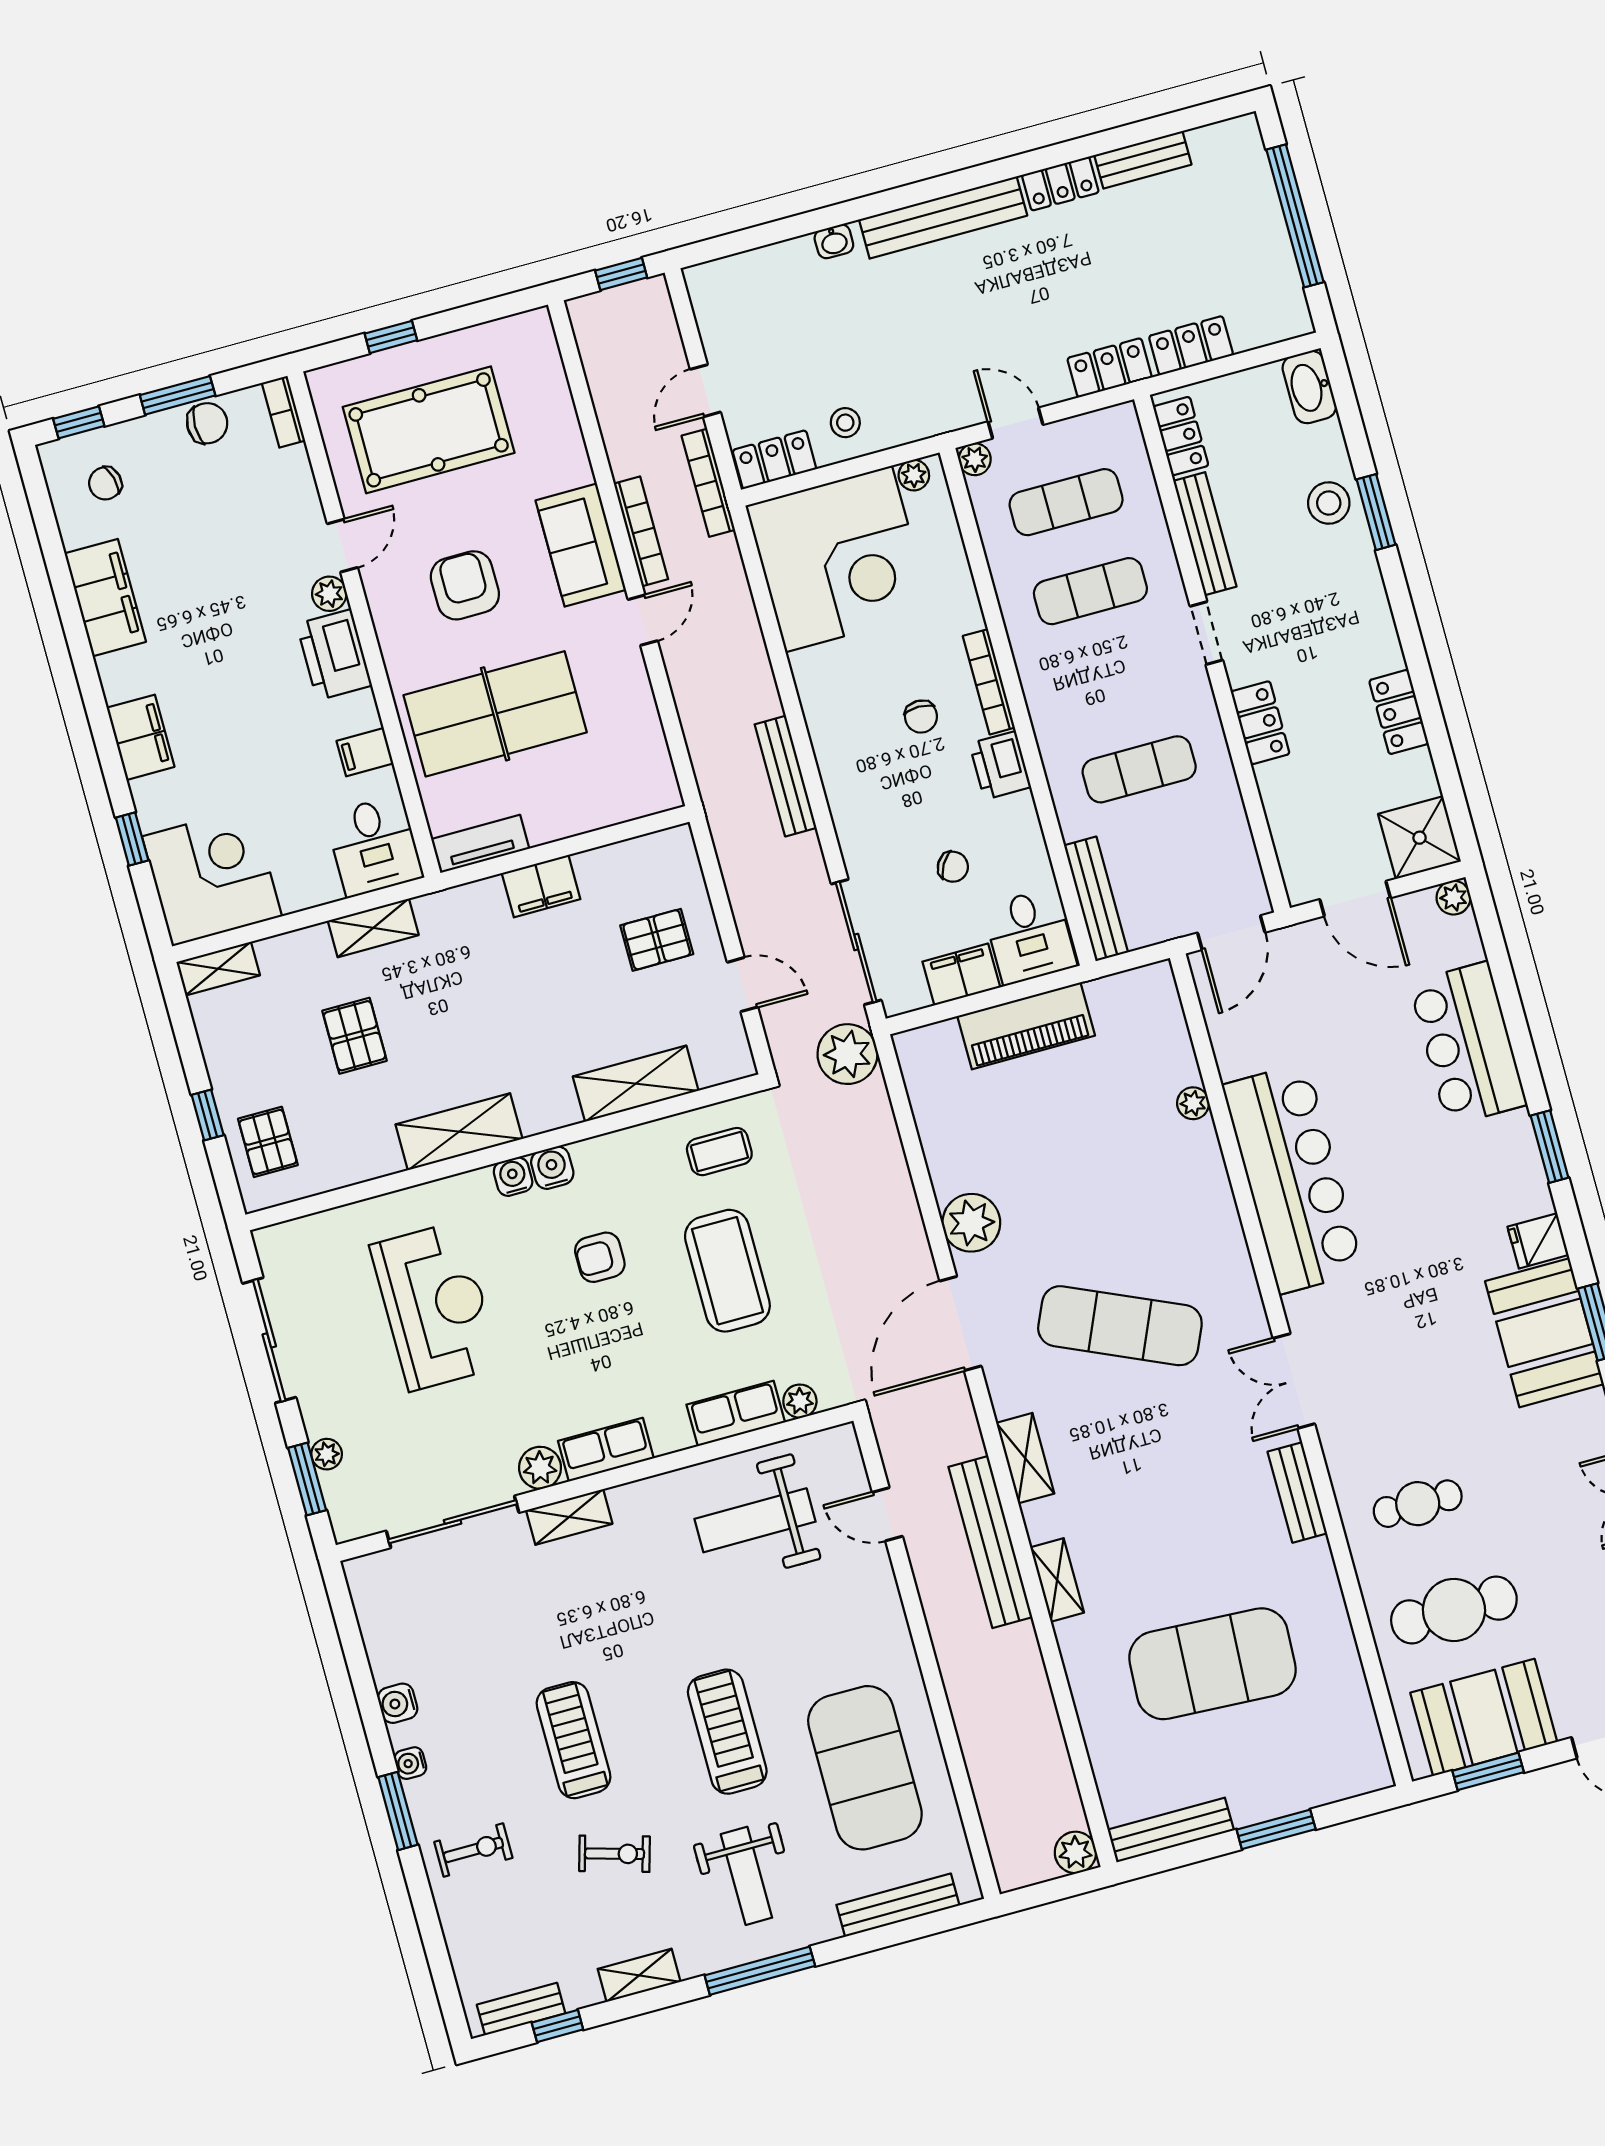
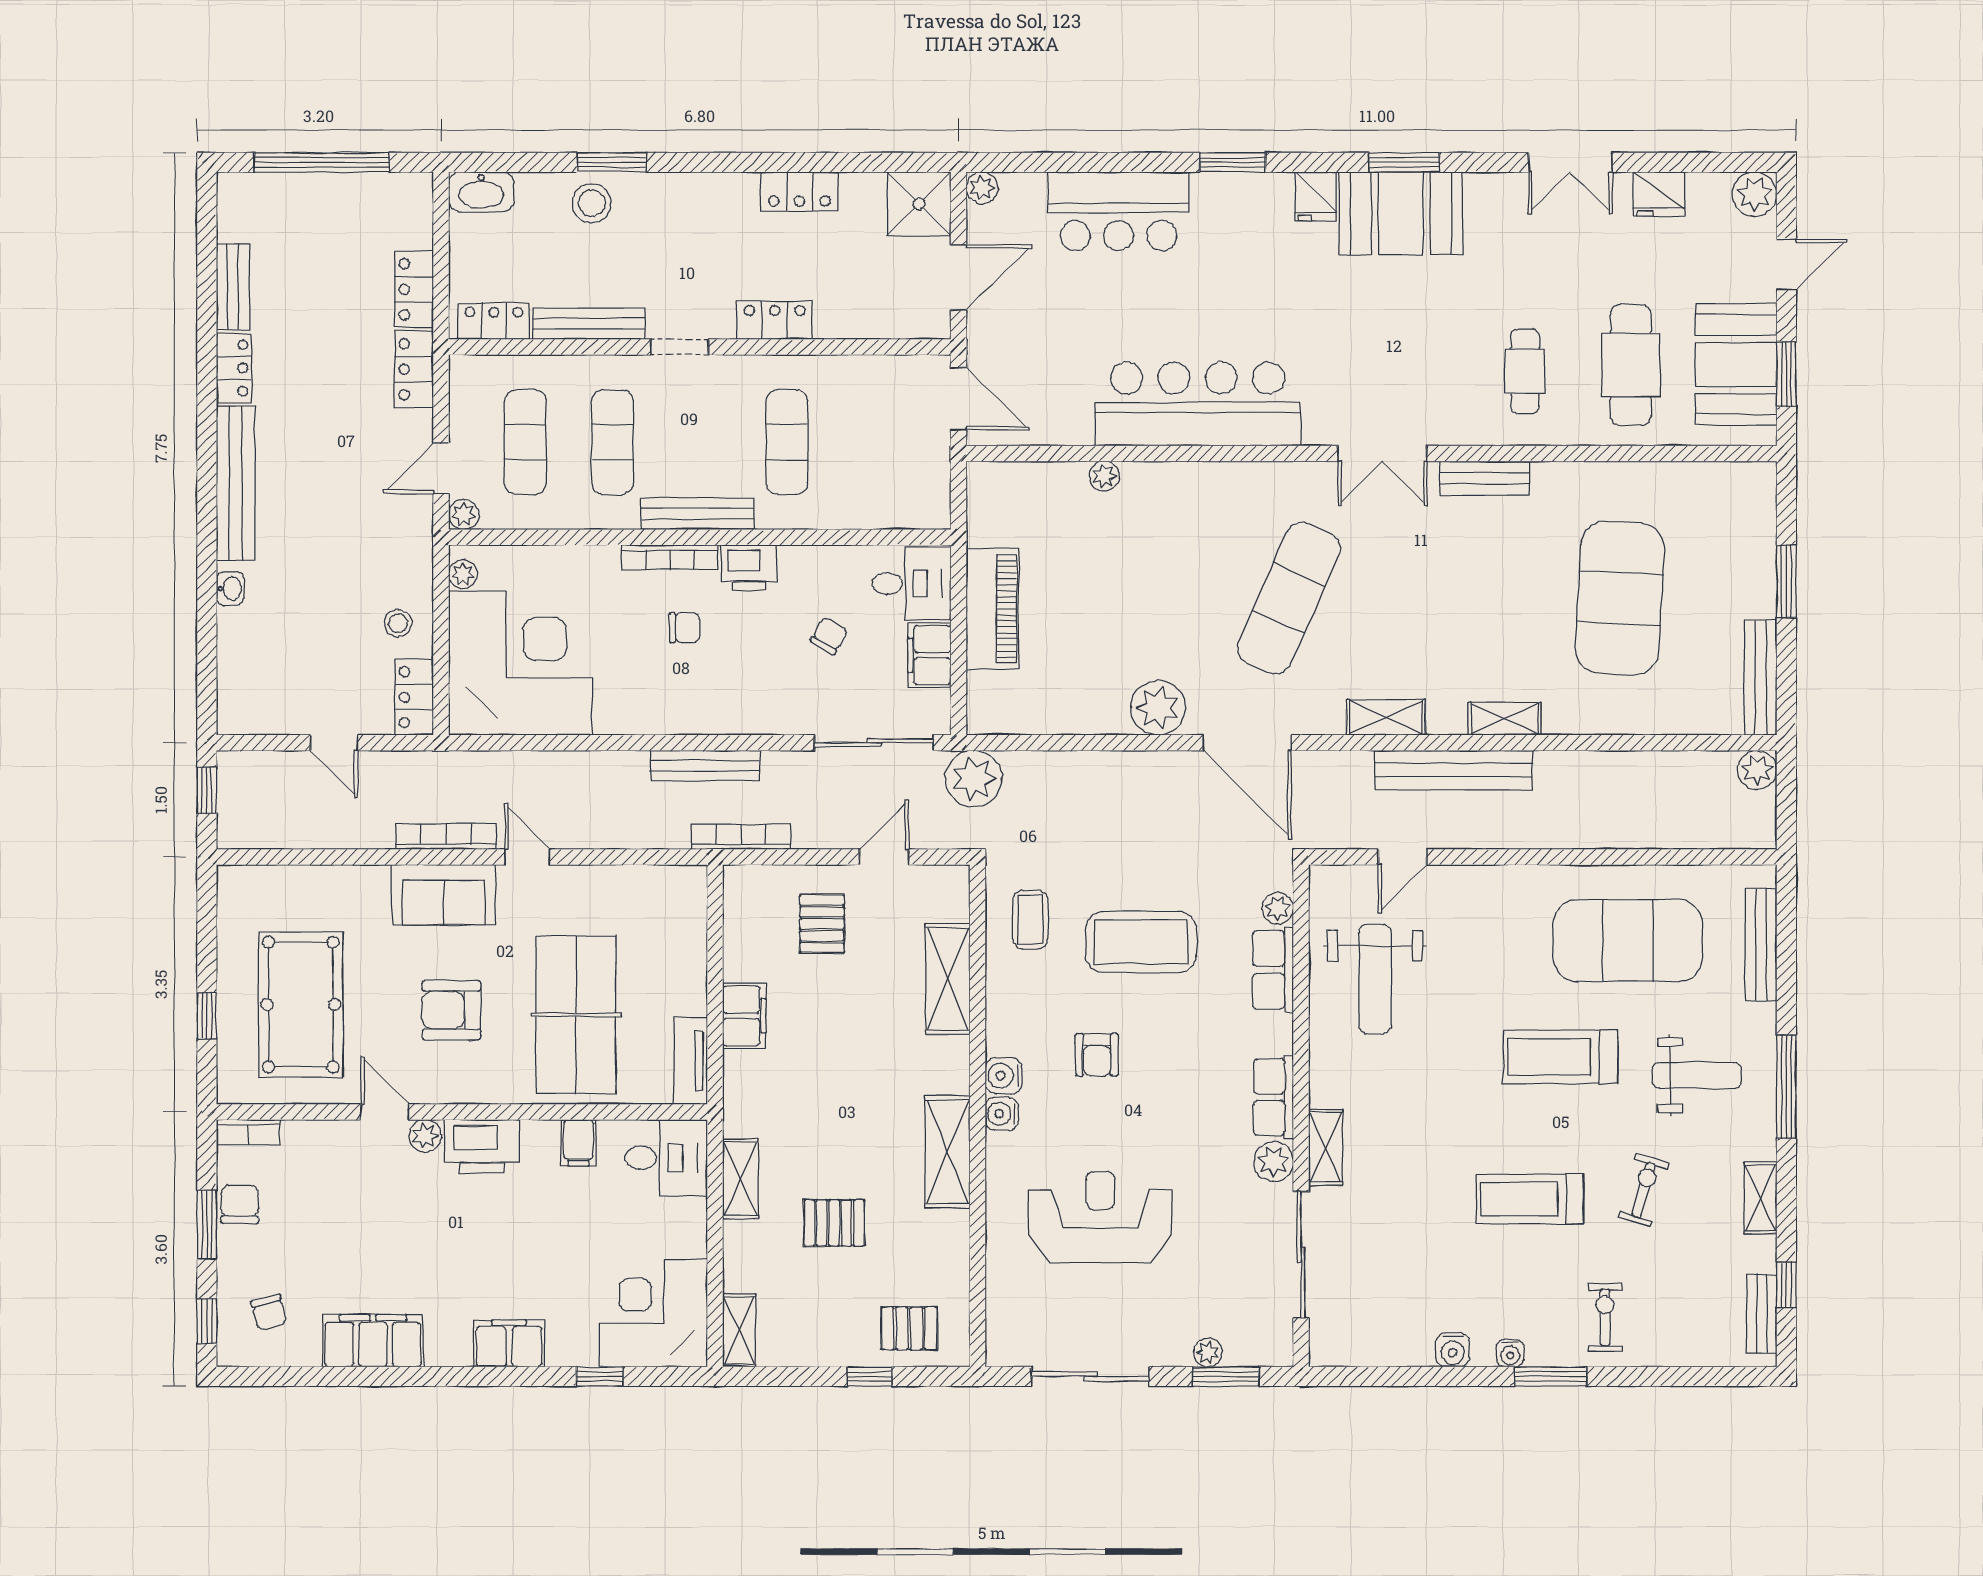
bookcase: (708, 483) -> (741, 837), moved, turned 180
bench: (1096, 899) -> (697, 514), moved

